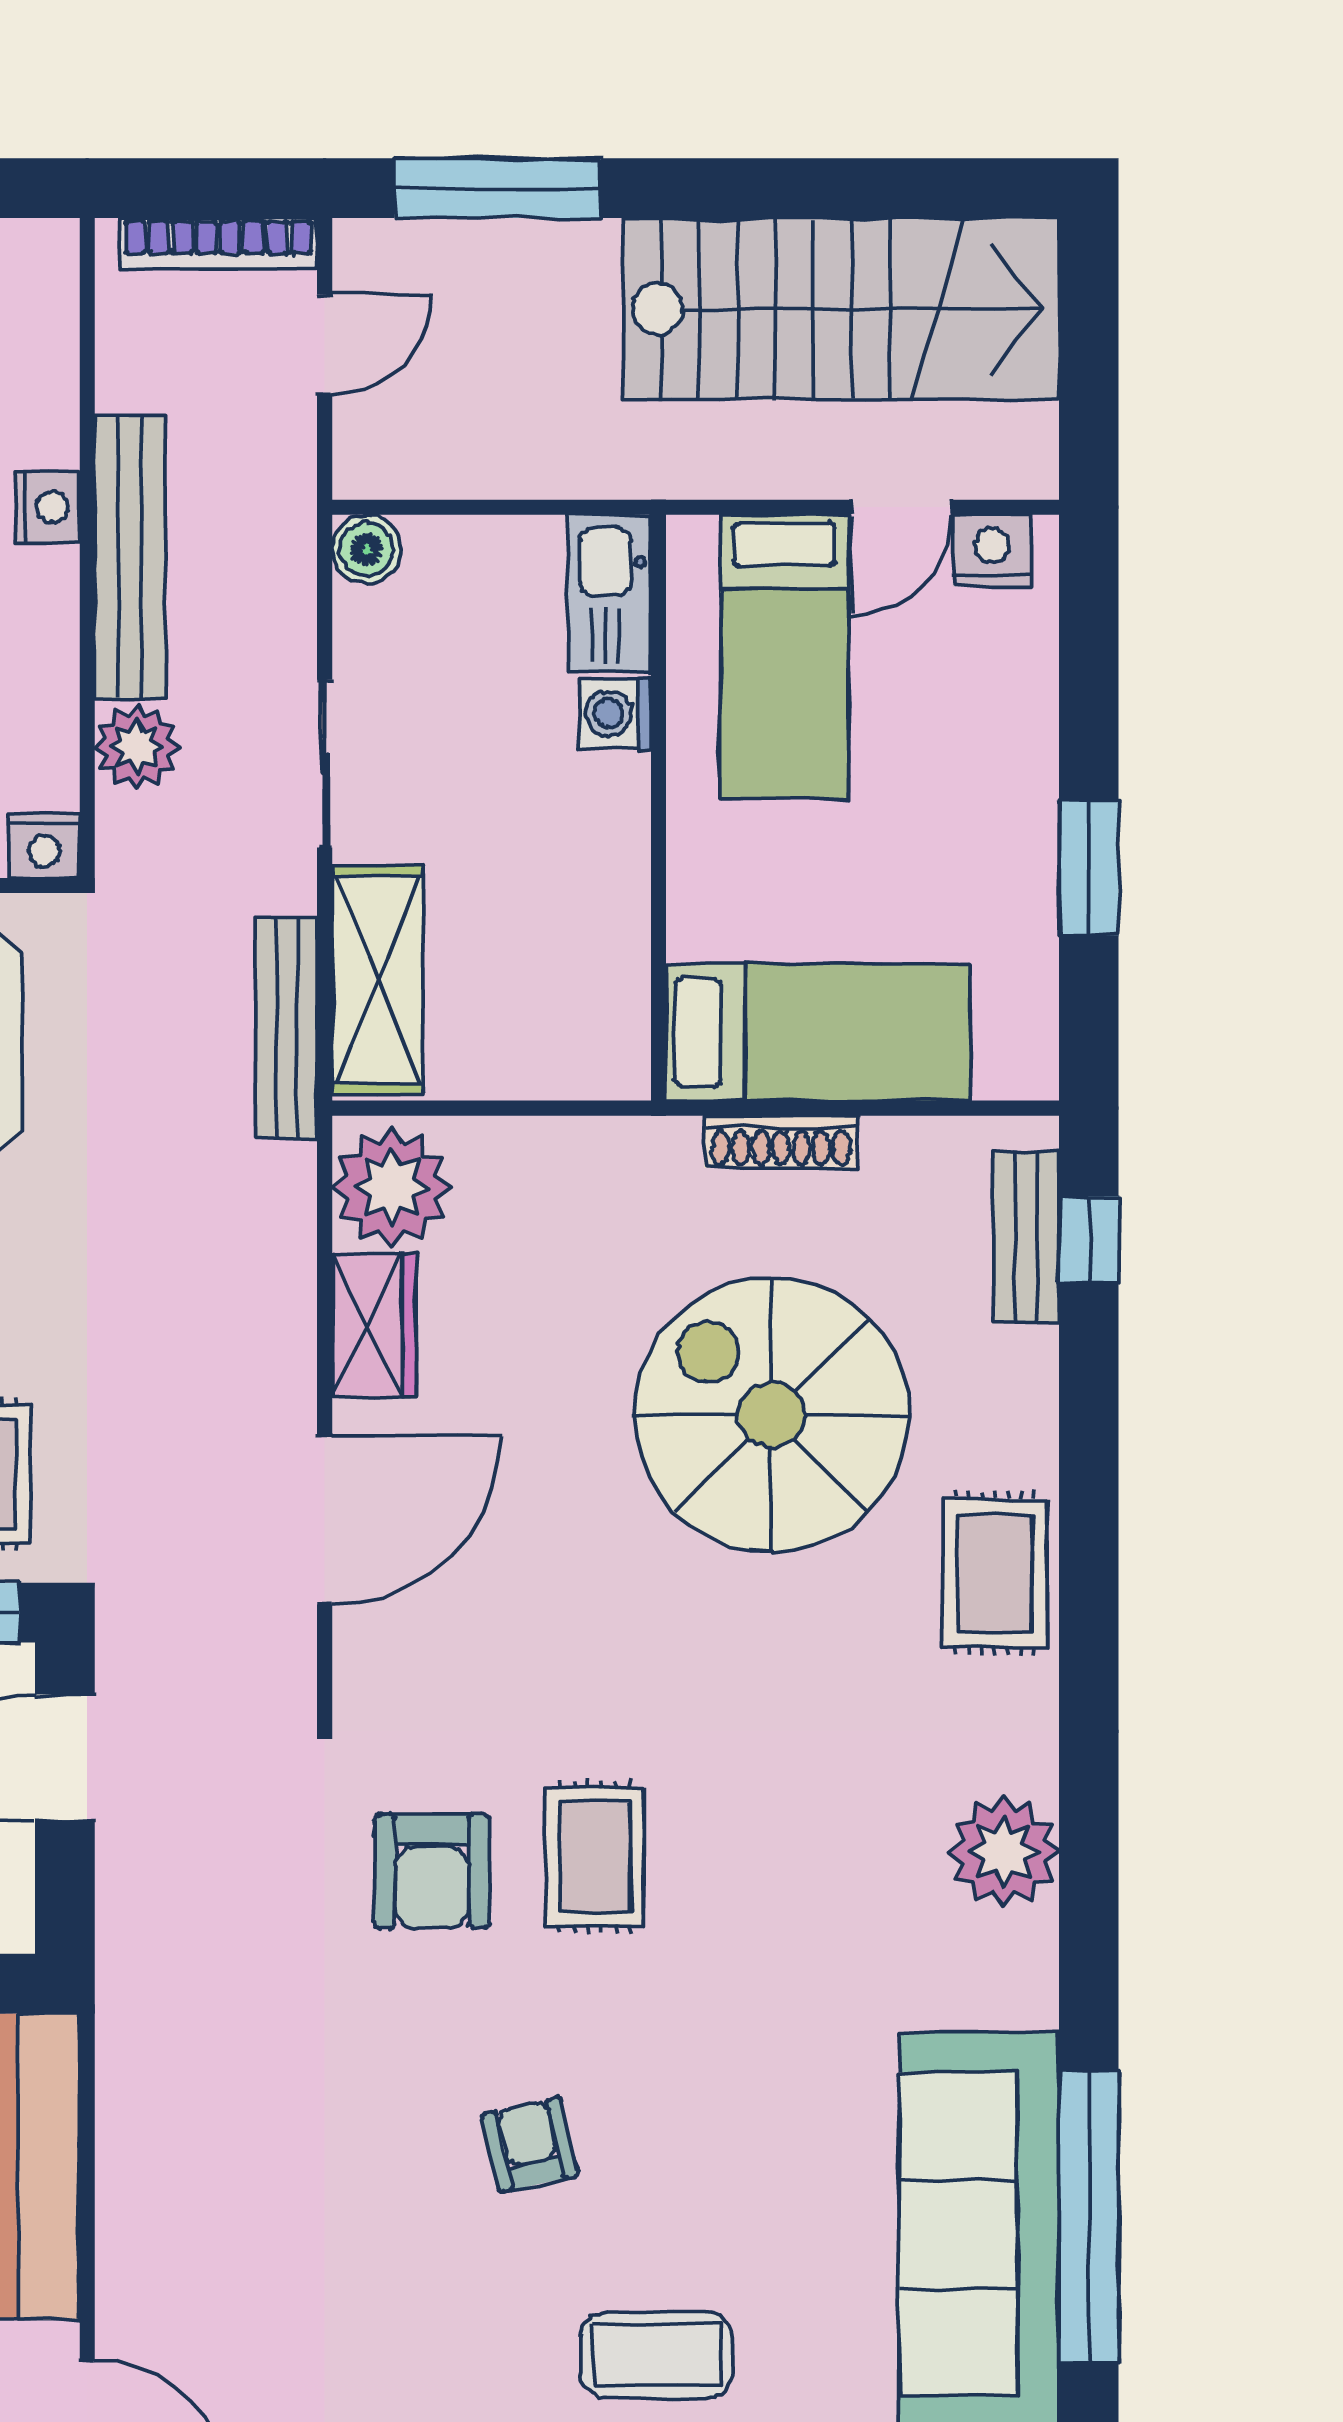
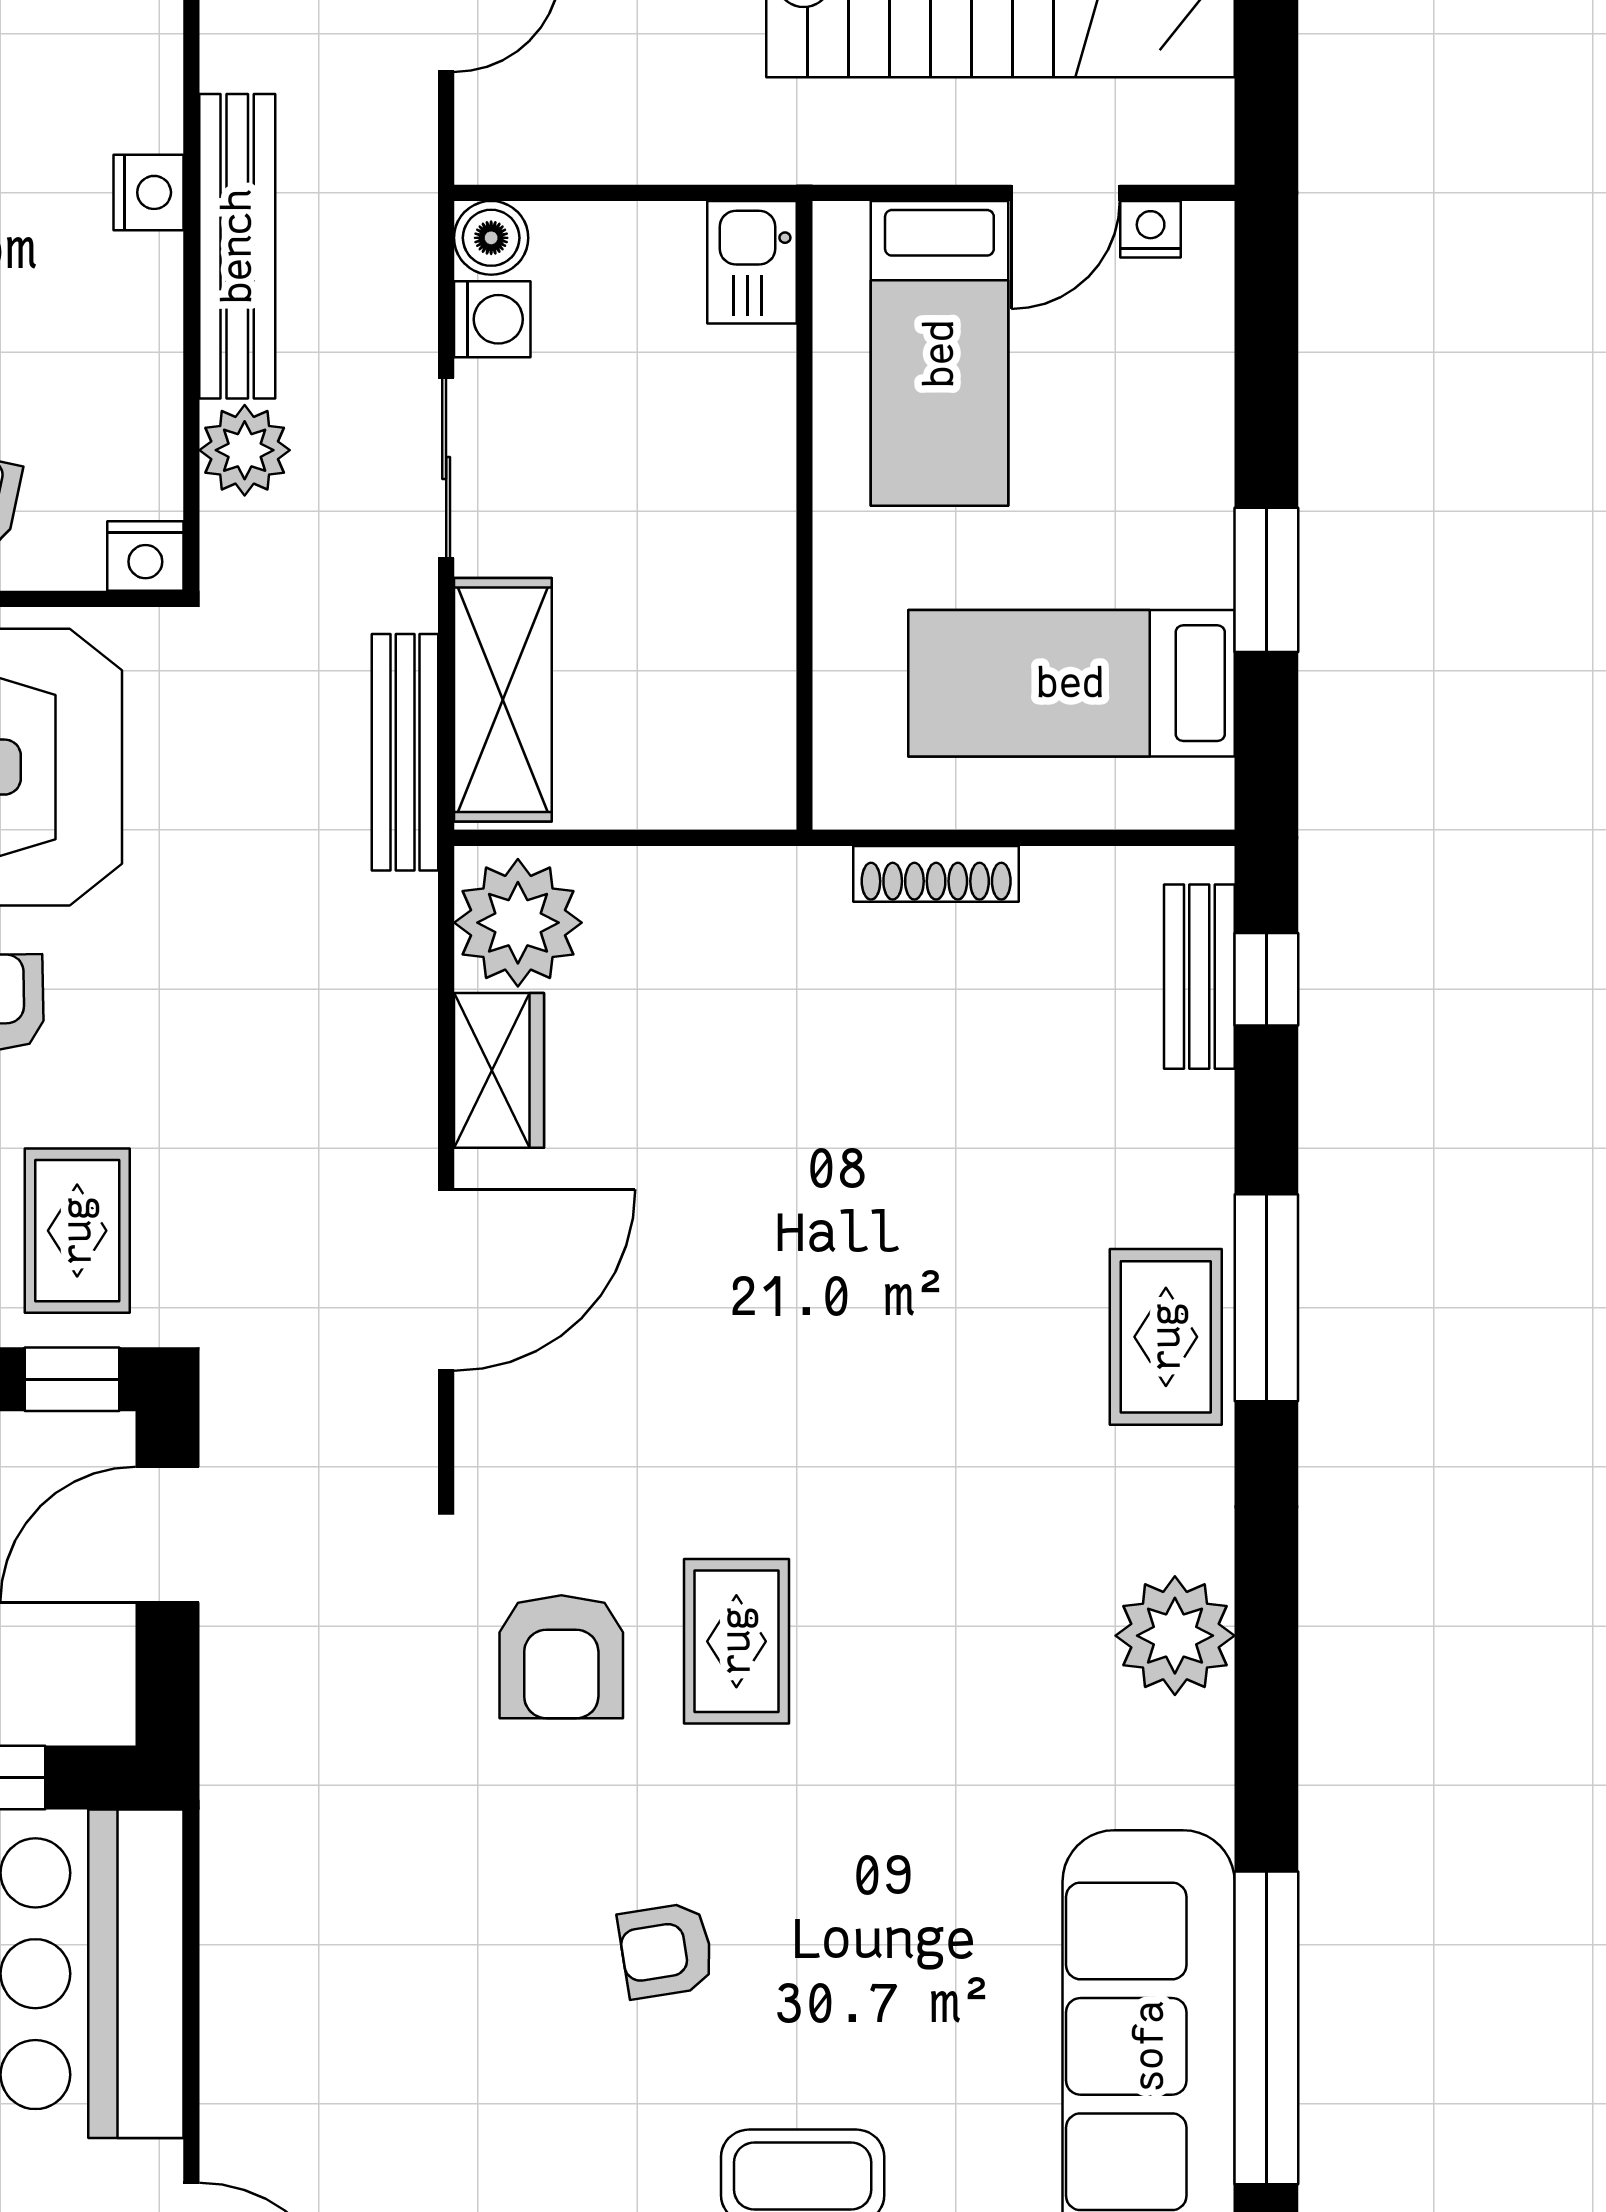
nightstand: (992, 550) -> (1151, 229), width x0.72, depth x0.74
kitchen sink: (610, 593) -> (752, 262), width x0.73
washing machine: (616, 714) -> (492, 319), moved, turned 180
bed: (818, 1032) -> (1071, 683), moved, turned 180
spiral stairs: (772, 1415) -> (926, 1167), removed
window: (1089, 1537) -> (1266, 1298), added
armchair: (530, 2145) -> (666, 1950), turned -86

